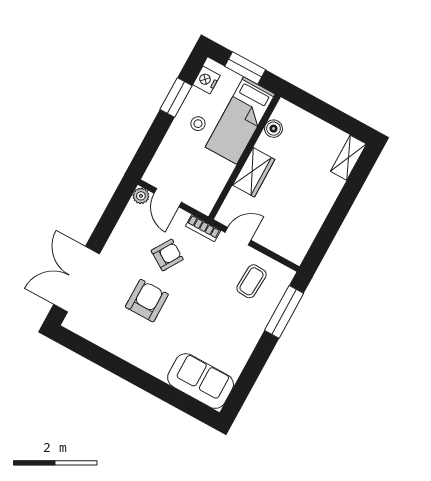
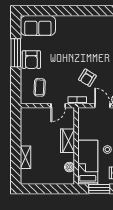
shelving: (348, 158) -> (25, 157), moved
armchair: (147, 301) -> (31, 60), moved
window: (284, 312) -> (16, 53), moved

